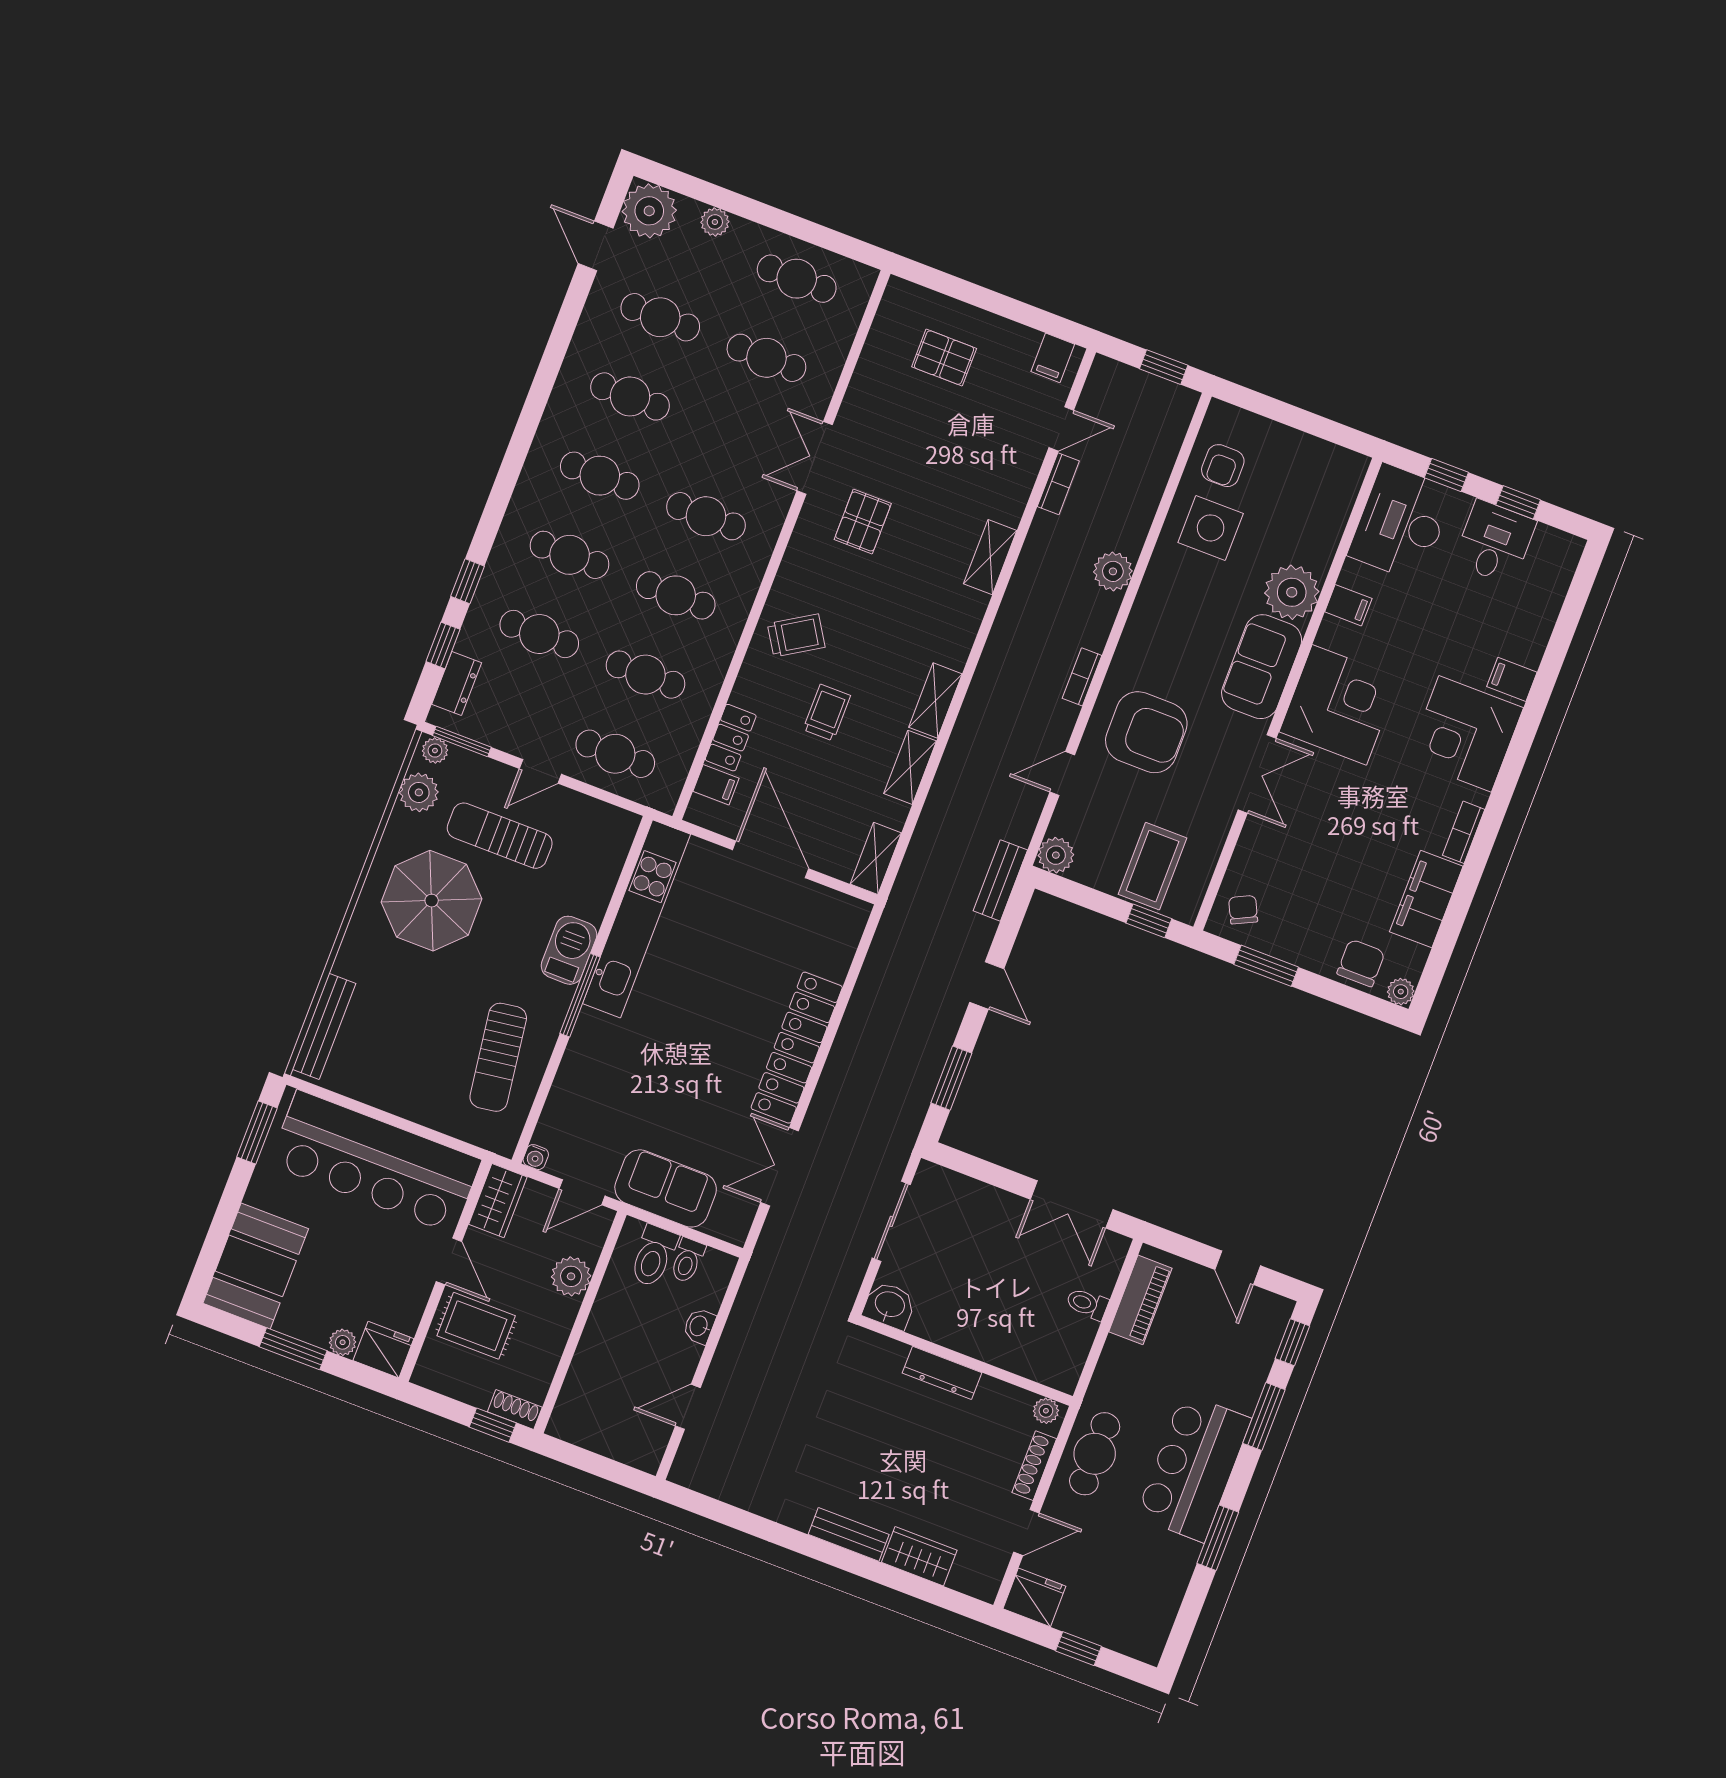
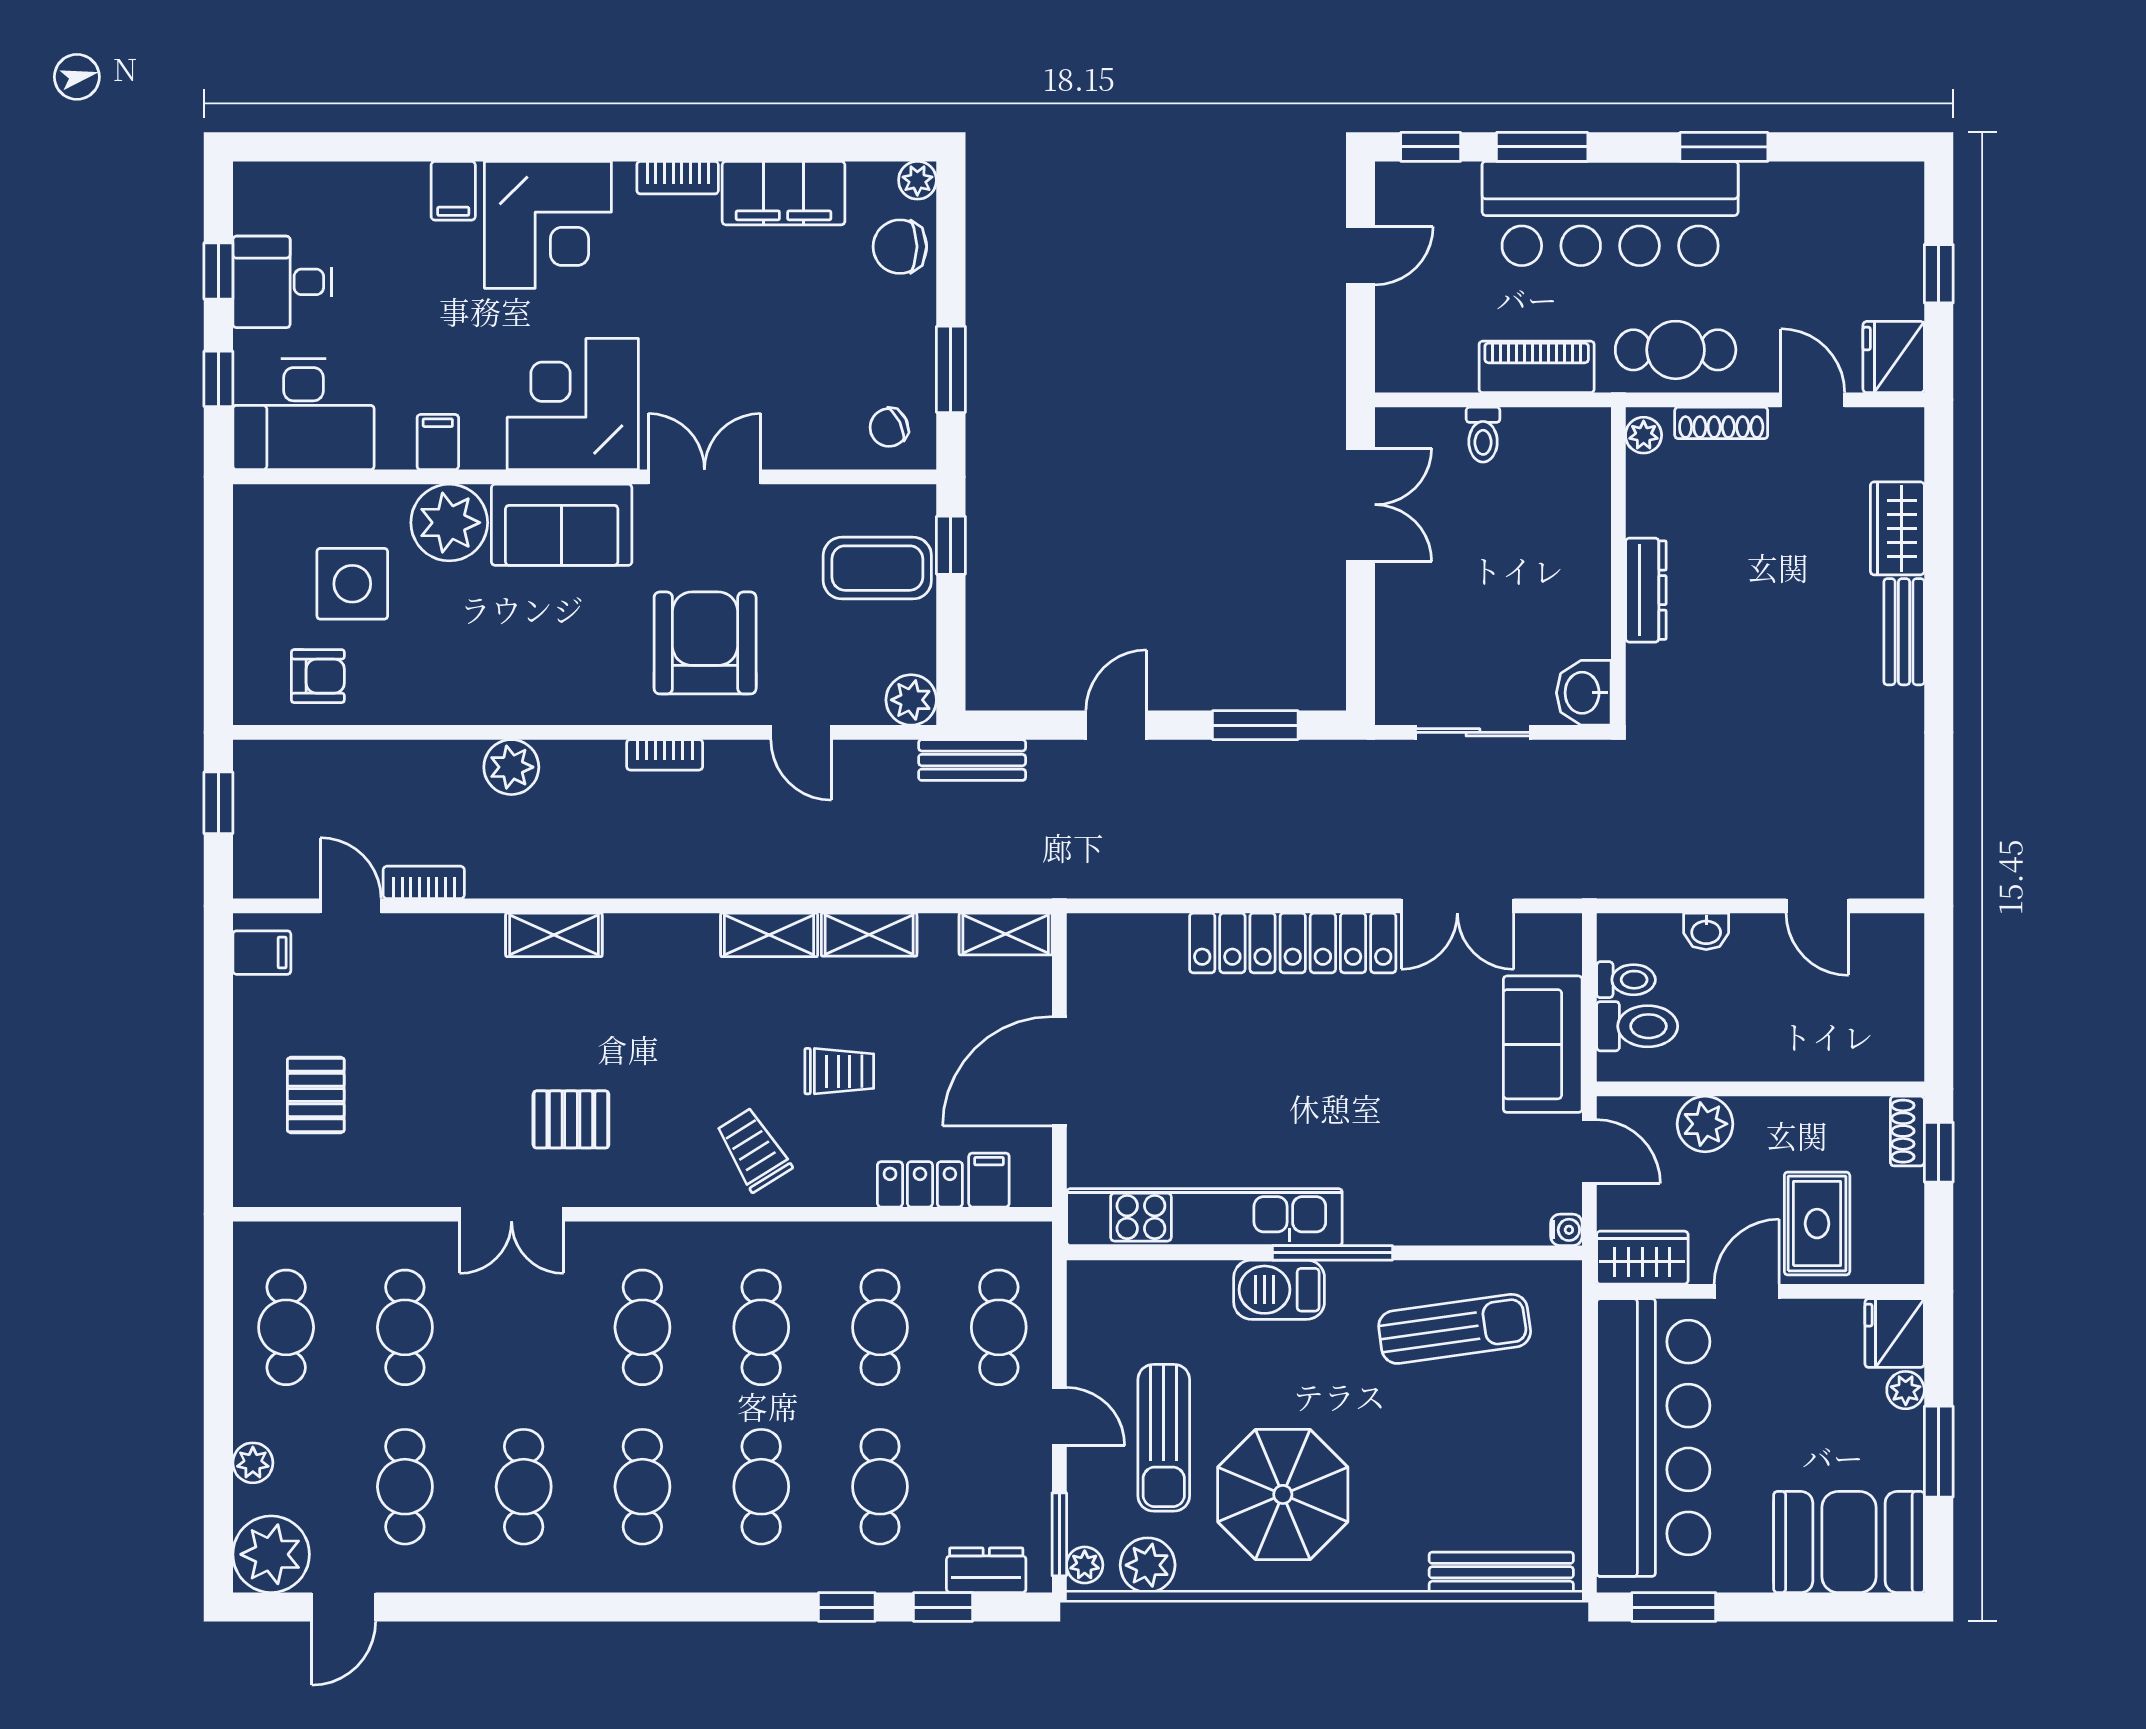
side table: (1211, 528) -> (352, 584), moved
trolley: (827, 713) -> (839, 1071), turned 180
piano: (1140, 1300) -> (1537, 367), moved
bar counter: (1194, 1468) -> (1610, 213), width x1.36

